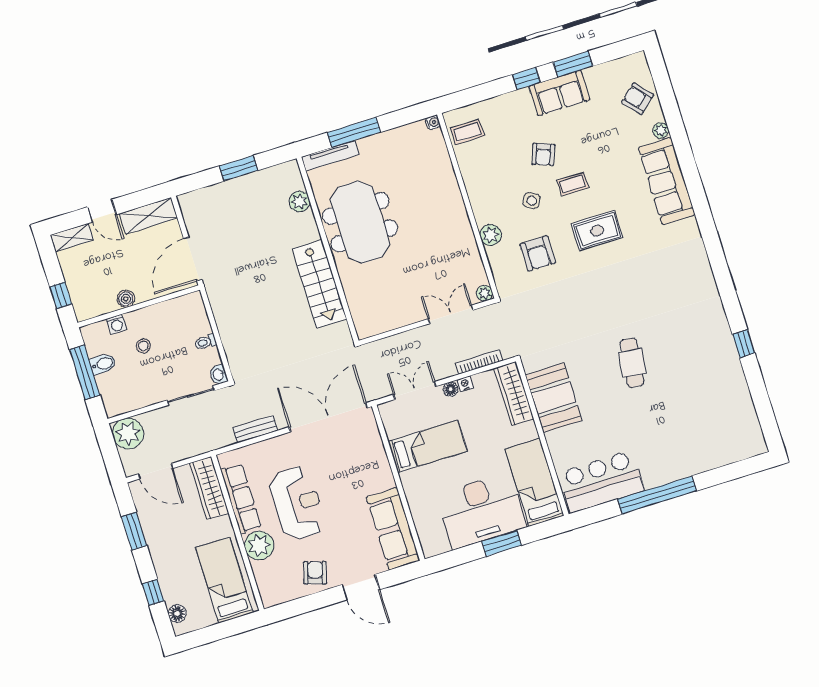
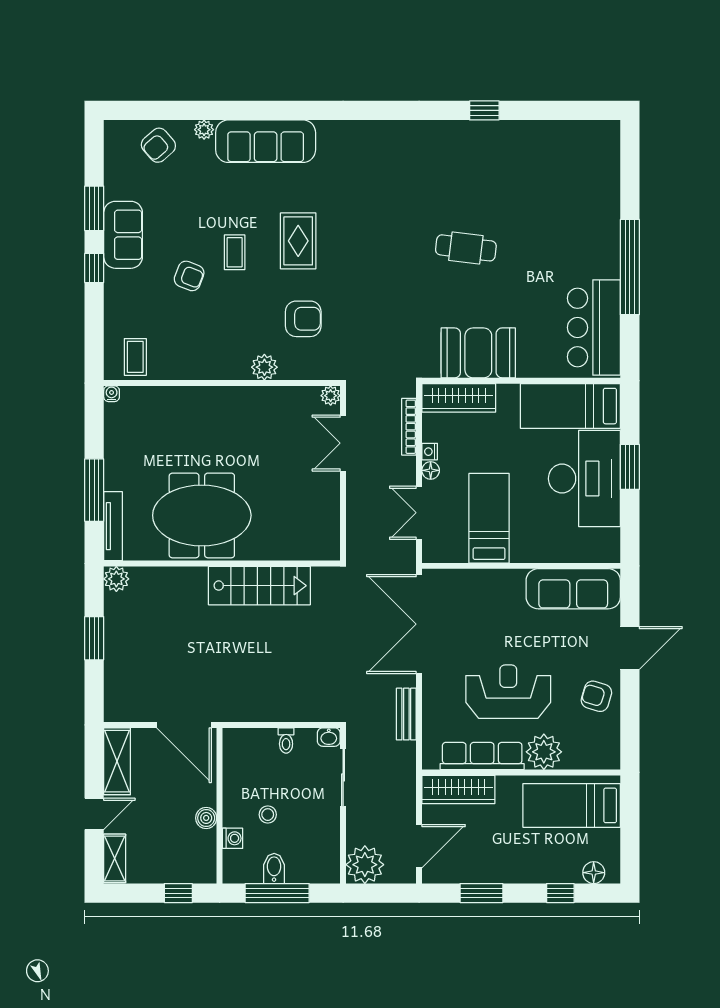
plant: (299, 201) -> (116, 579), moved
side table: (532, 201) -> (239, 307), removed

